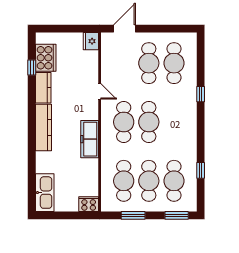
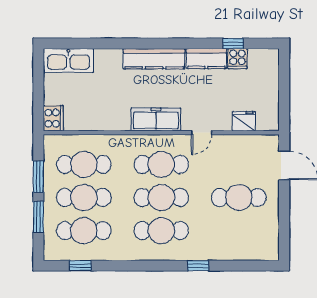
fridge: (91, 41) -> (244, 121), moved
cooker: (46, 58) -> (237, 59), width x0.53, depth x0.76
cafe table: (174, 63) -> (161, 231), moved
freezer: (90, 139) -> (156, 119), moved
window: (201, 170) -> (80, 266), moved
window: (177, 215) -> (38, 217), moved

